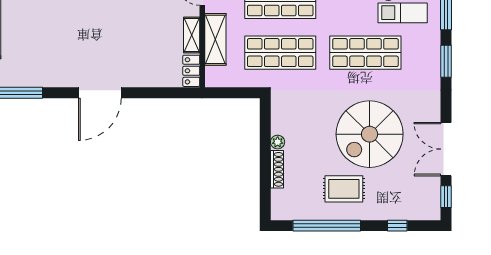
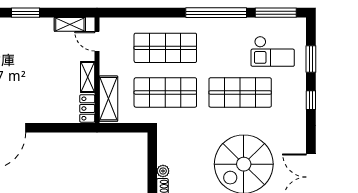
shelving: (215, 39) -> (108, 99), moved
window: (446, 61) -> (311, 100), width x0.67

